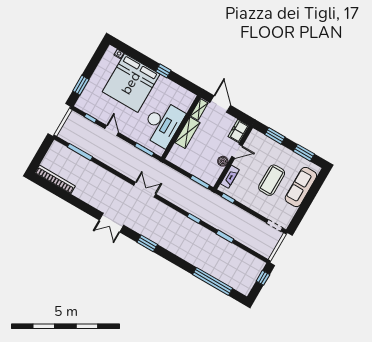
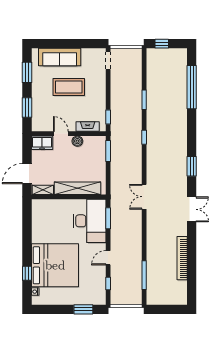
window: (163, 71) -> (27, 273), moved
desk: (163, 124) -> (90, 221), moved, turned 90
shelving: (187, 133) -> (77, 188), width x1.47
bookcase: (55, 179) -> (182, 258), moved

